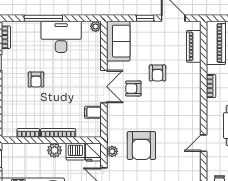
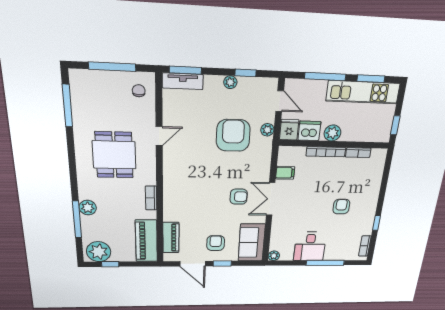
desk: (61, 37) -> (310, 246), width x0.73
armchair: (157, 73) -> (216, 243), moved

